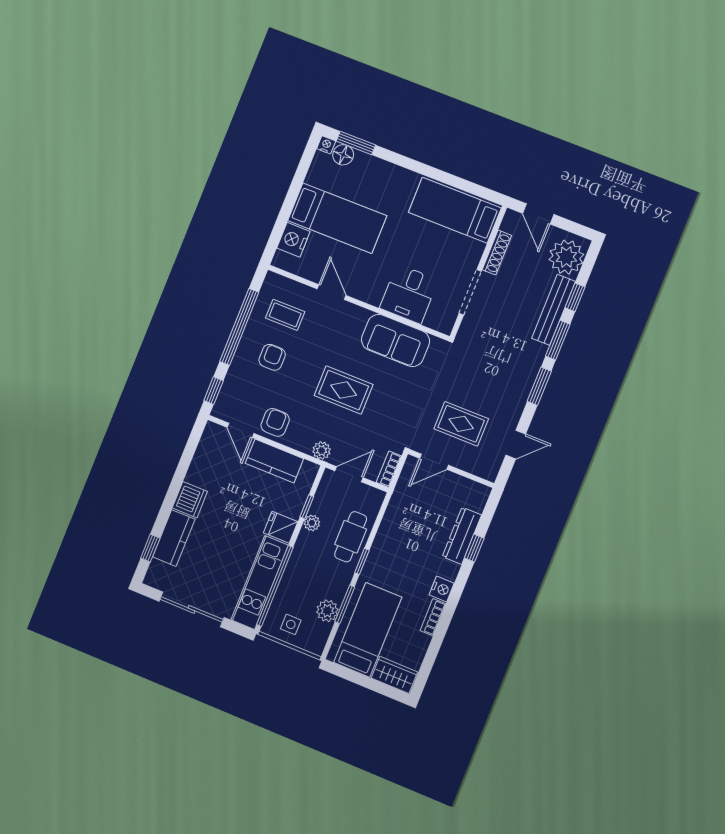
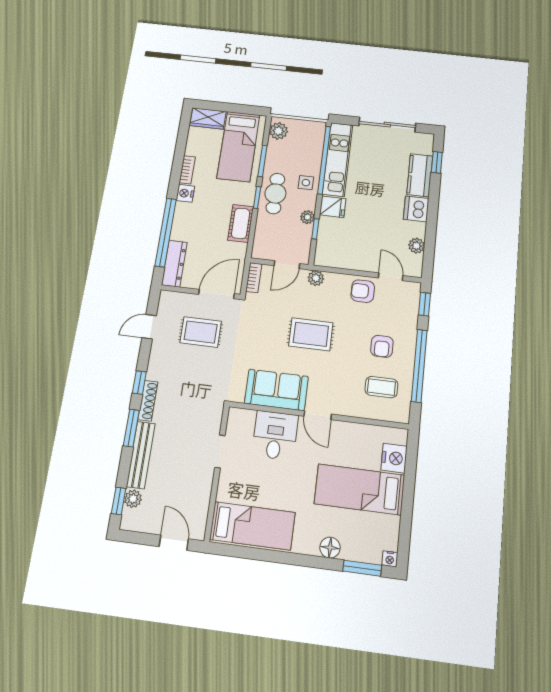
floor lamp: (343, 155) -> (330, 548), moved
shoe rack: (497, 253) -> (148, 401), moved, turned 180
plant: (566, 257) -> (133, 499), width x0.53, depth x0.53
door: (332, 292) -> (318, 415), moved
doorway: (470, 292) -> (220, 451), width x0.73
window: (575, 297) -> (119, 501), moved
window: (539, 386) -> (139, 383), width x0.67
armchair: (275, 422) -> (363, 291), turned 90
plant: (202, 458) -> (416, 246), added
kitchen counter: (274, 461) -> (354, 259), removed
door: (434, 462) -> (216, 294), width x1.37
cot: (388, 536) -> (241, 223), added
dresser: (462, 536) -> (174, 264), moved
cafe table: (351, 537) -> (275, 193), moved
window: (474, 548) -> (166, 232), width x3.17
plant: (327, 611) -> (278, 131), moved
side table: (291, 624) -> (306, 183), moved

